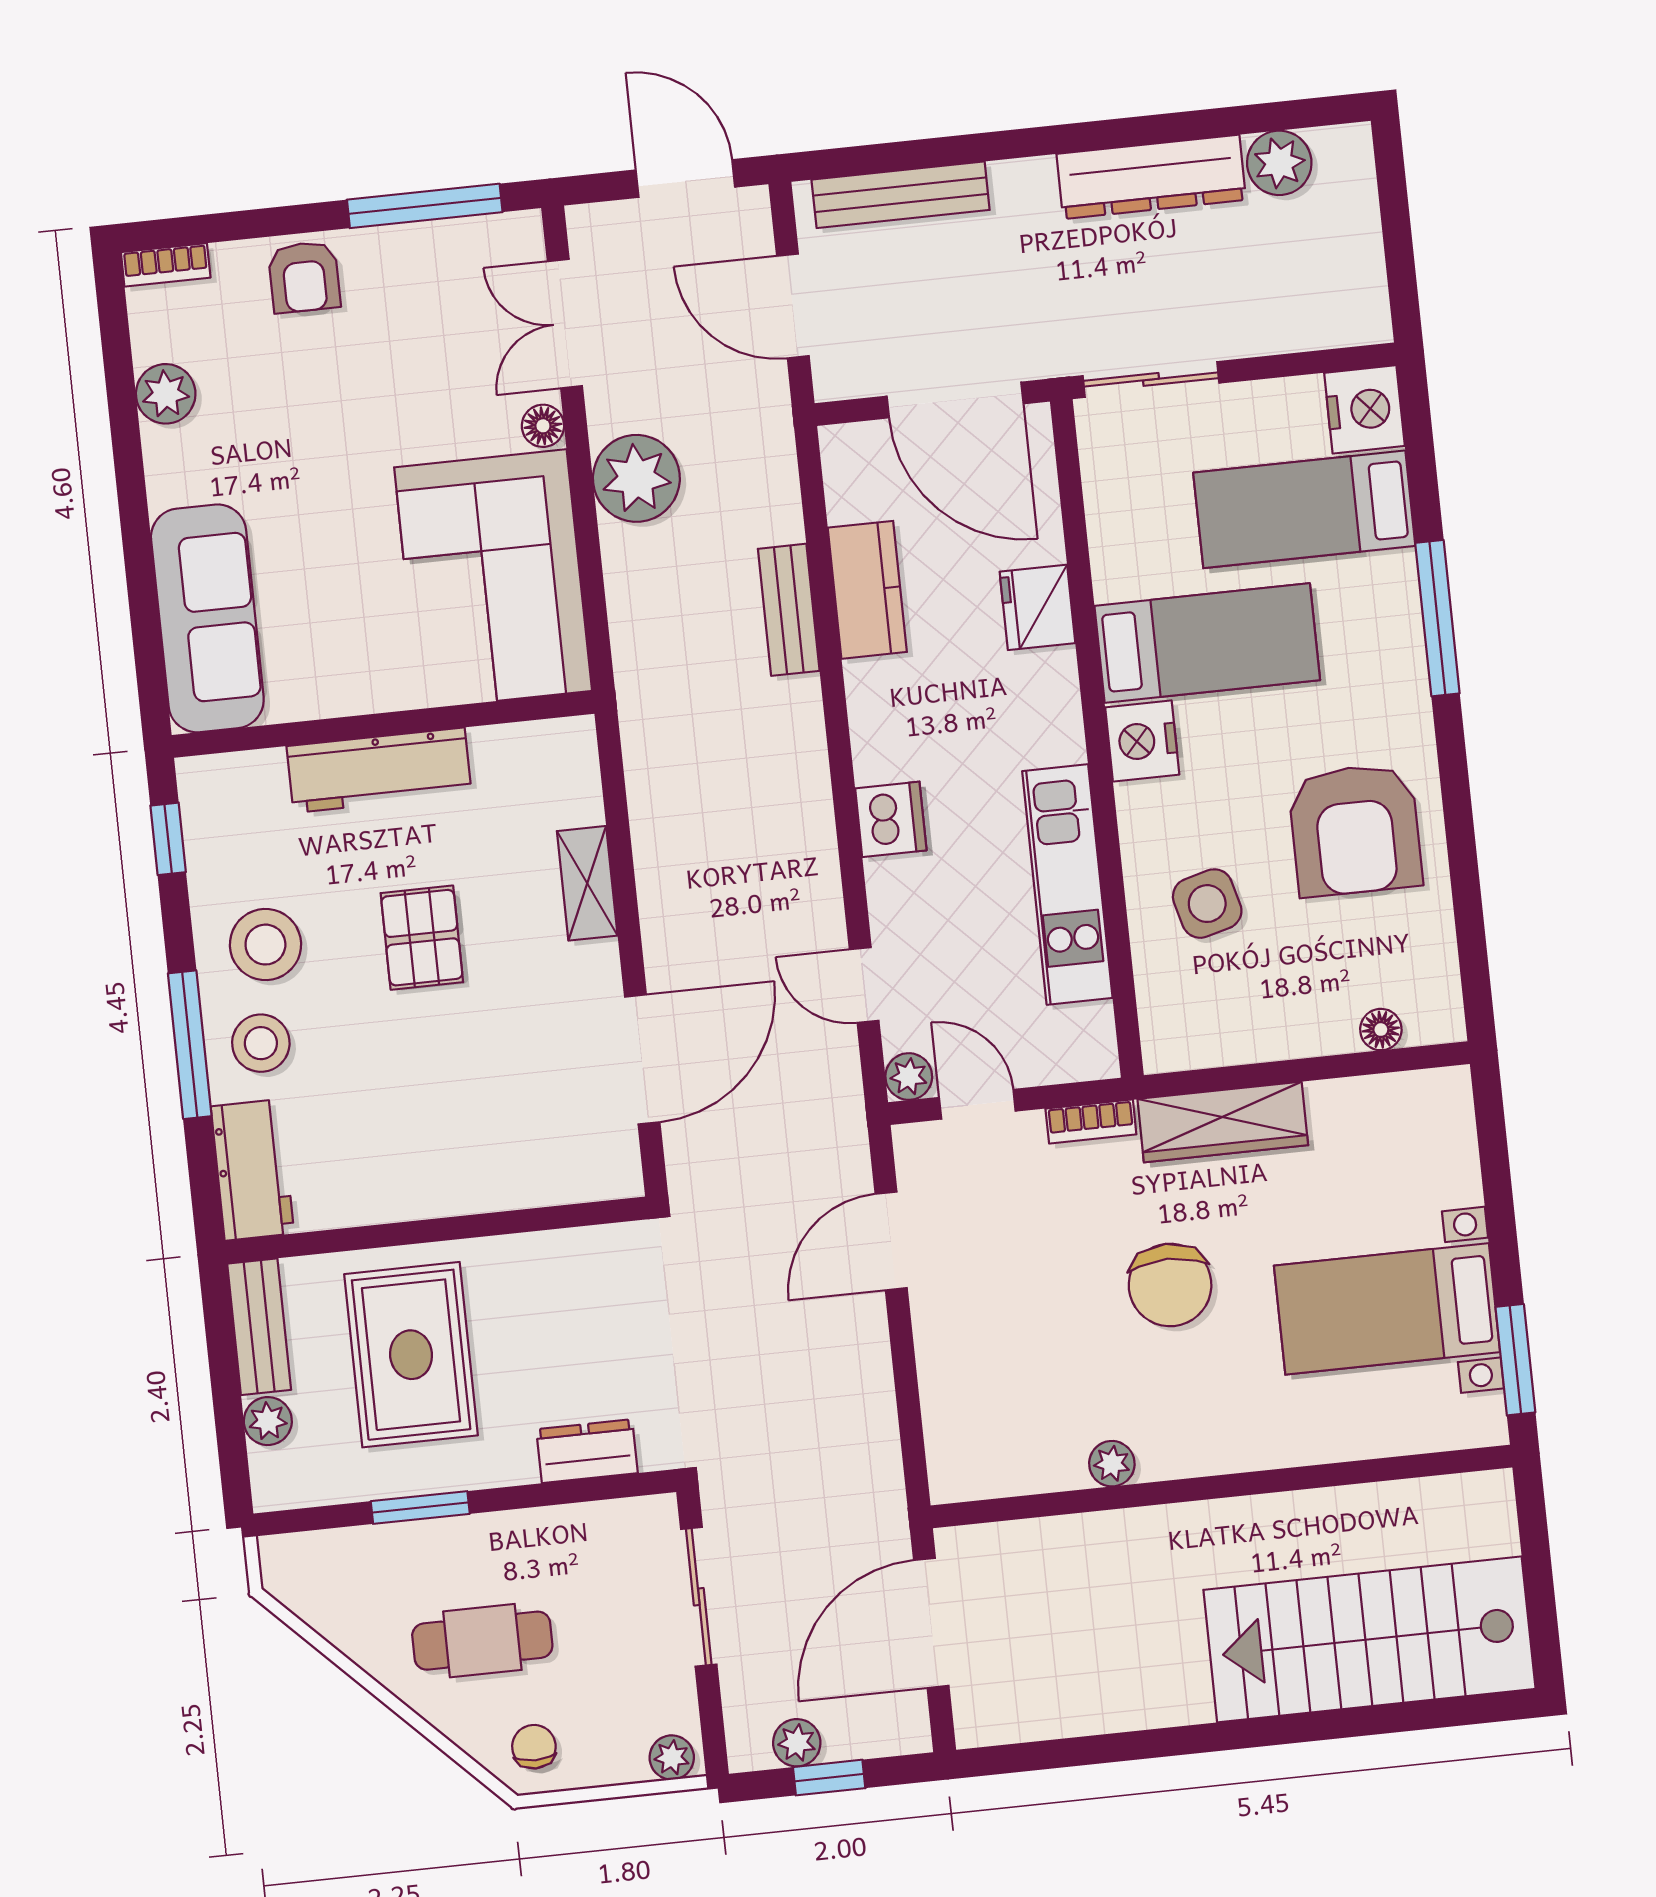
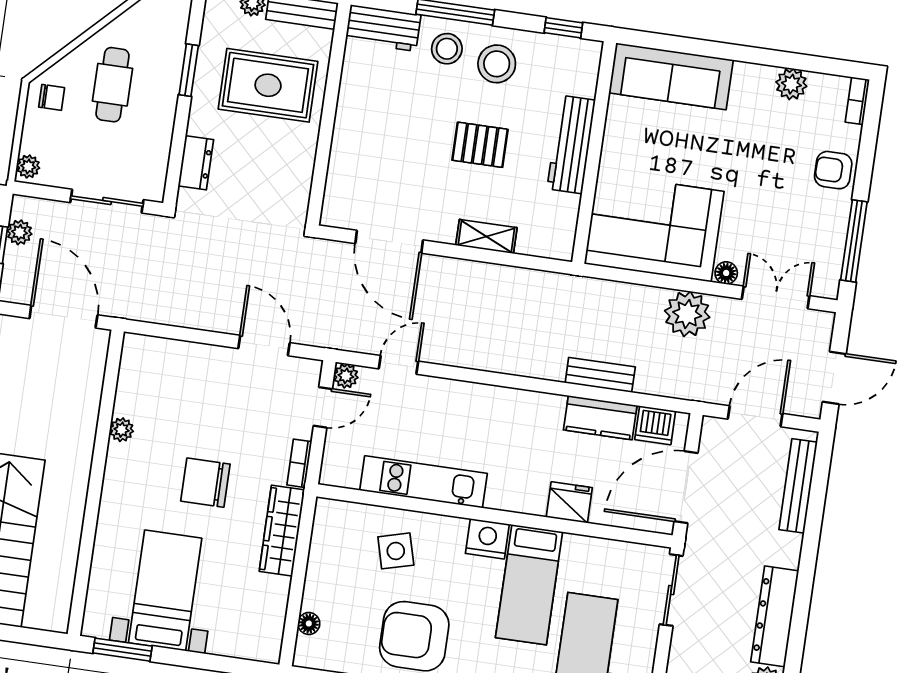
dishwasher: (891, 819) -> (655, 425), moved

